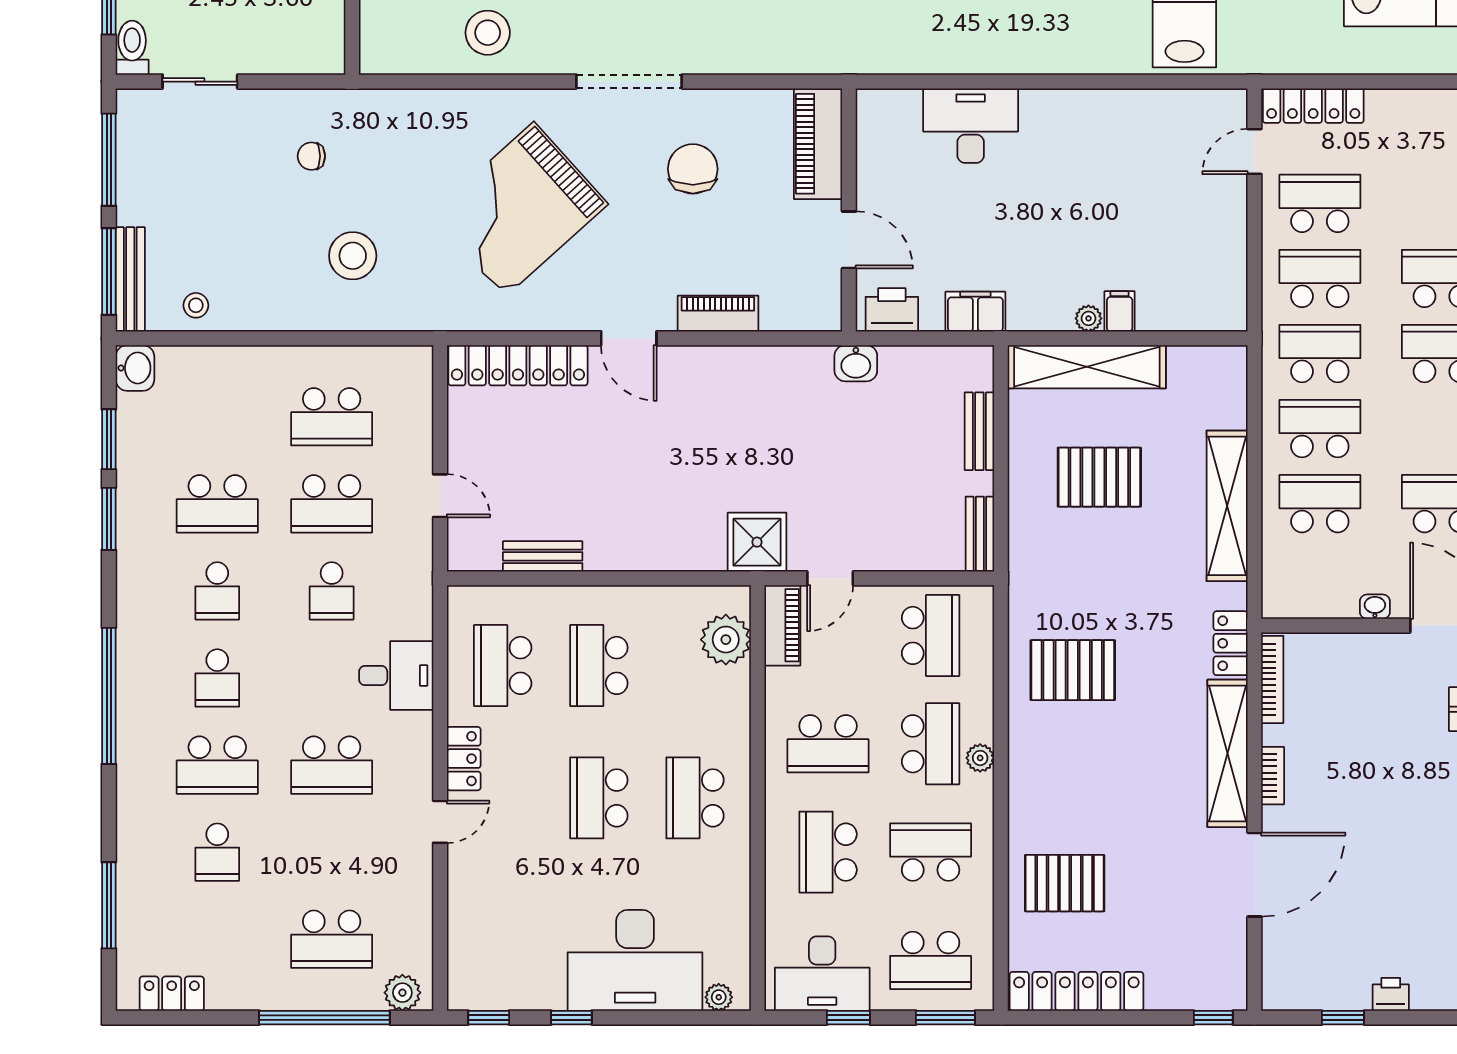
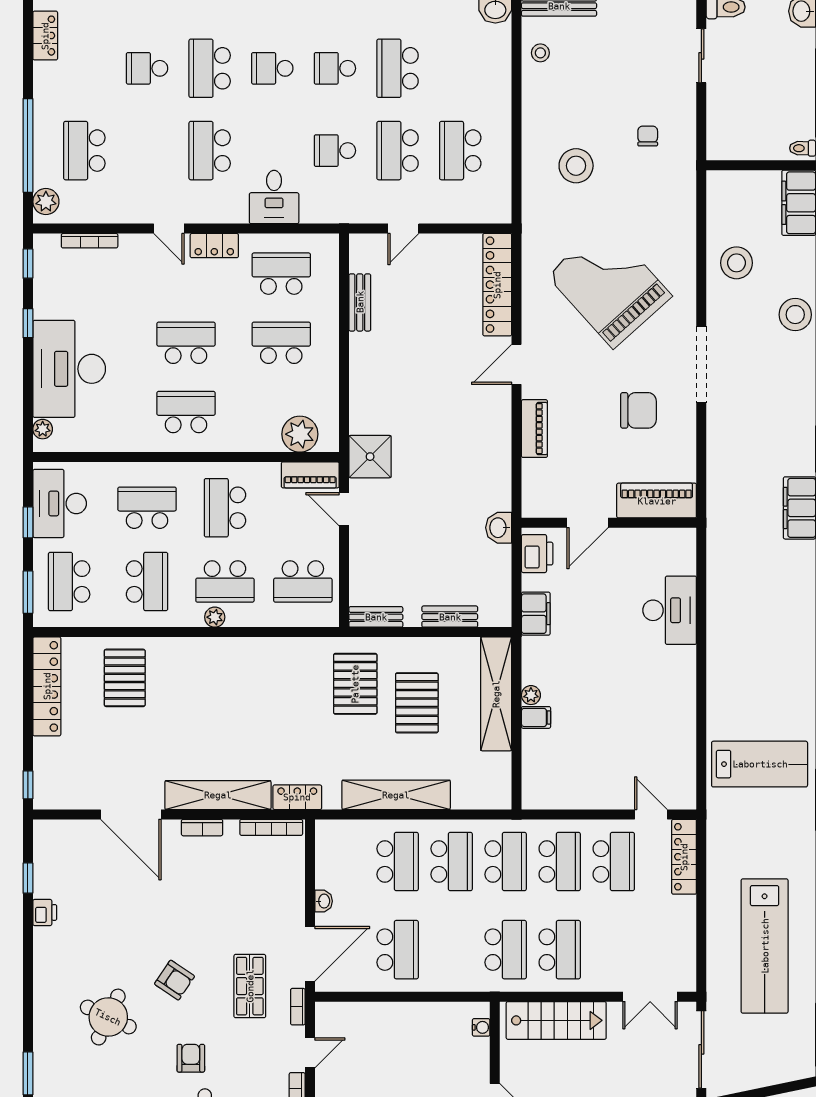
pallet: (1073, 670) -> (355, 684), moved
bookcase: (457, 932) -> (90, 241), added

